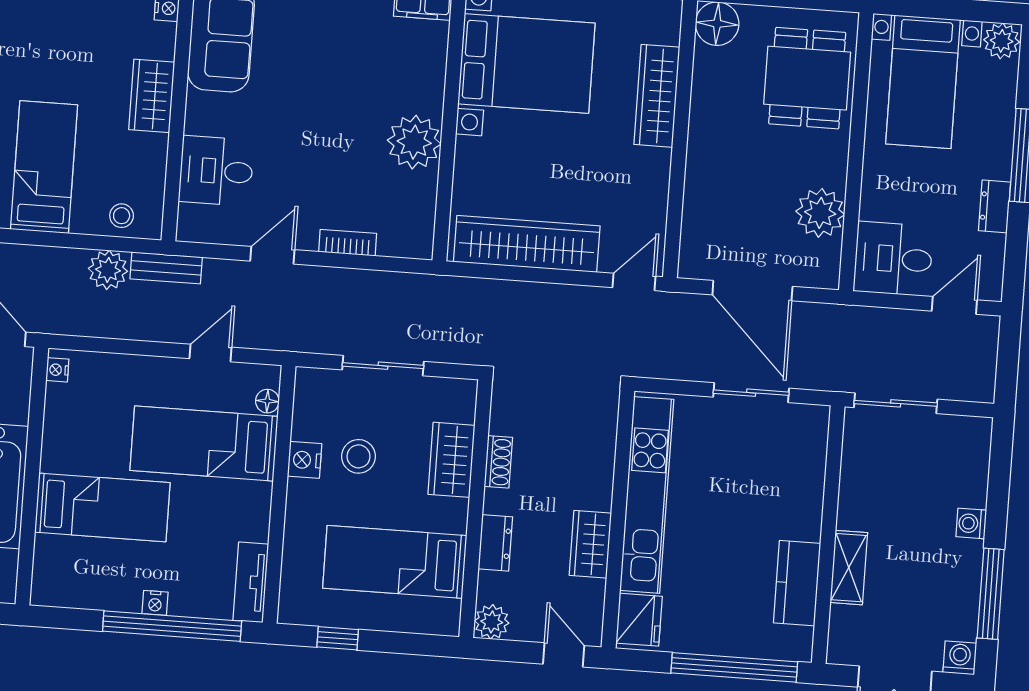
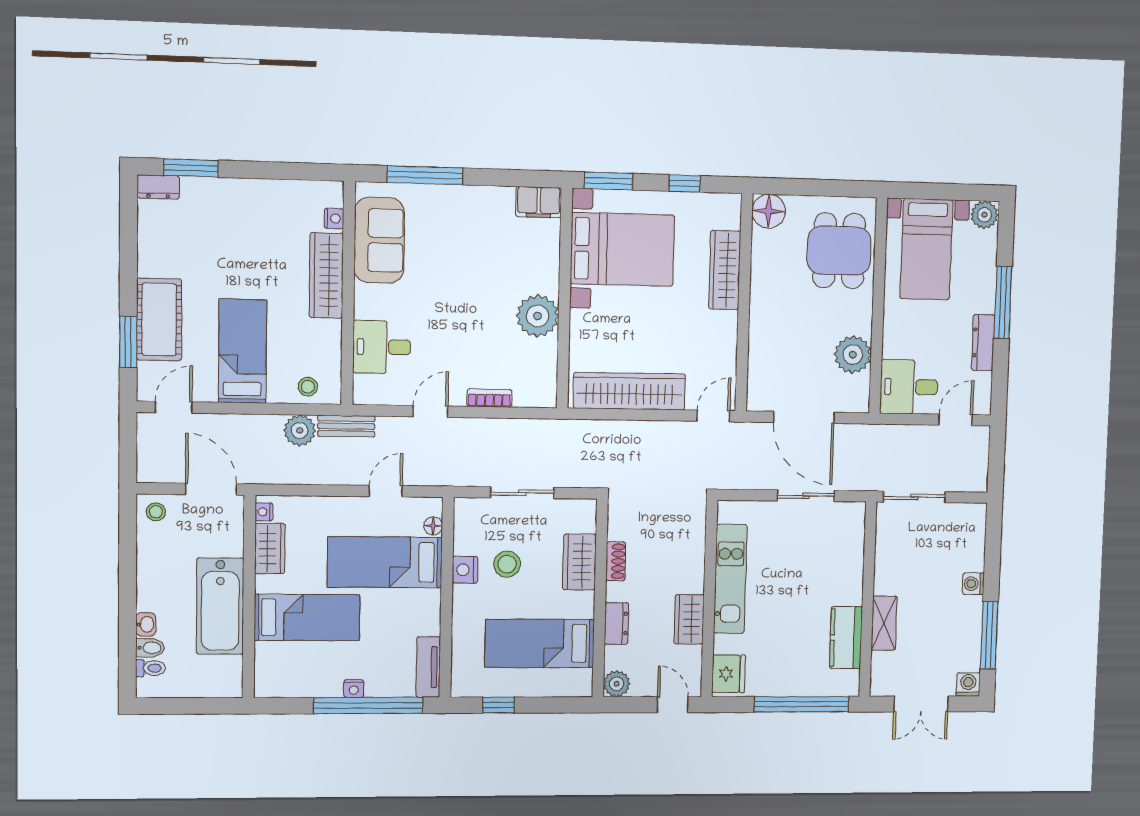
wardrobe: (152, 96) -> (326, 275), width x1.50
dresser: (995, 206) -> (983, 343), width x1.44
wardrobe: (62, 417) -> (270, 548), added
kitchen unit: (647, 495) -> (730, 579), width x0.73

